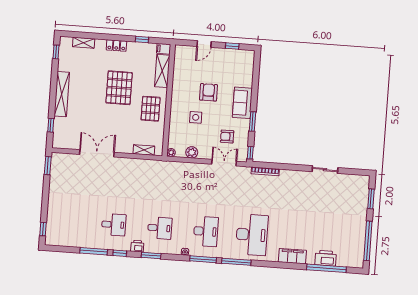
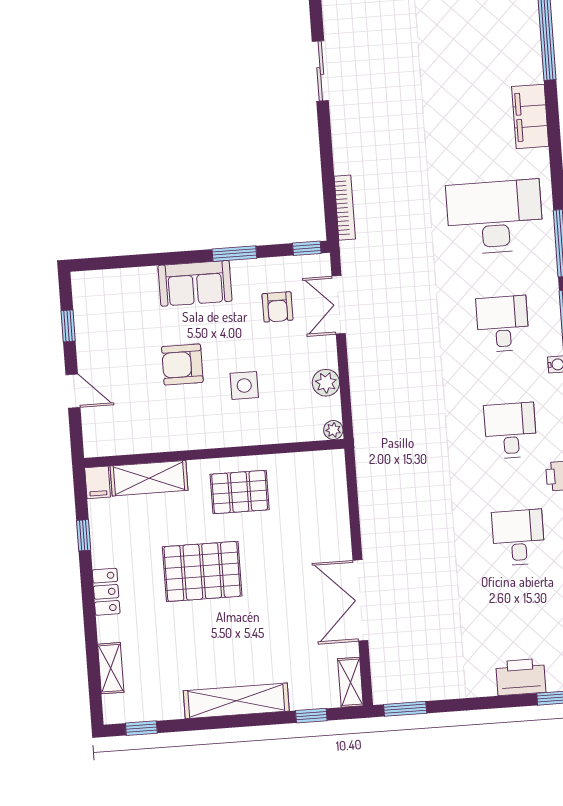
shelving: (144, 150) -> (350, 682), moved
desk: (206, 231) -> (503, 324), width x0.73
printer: (326, 258) -> (521, 677), moved, turned 90

